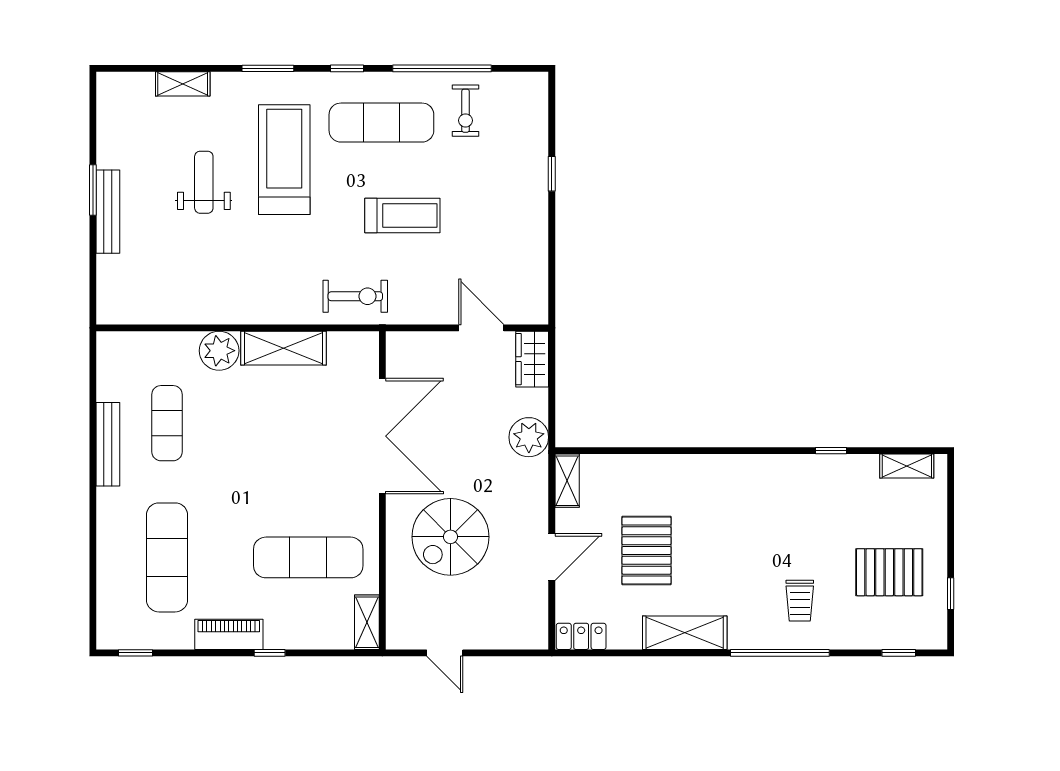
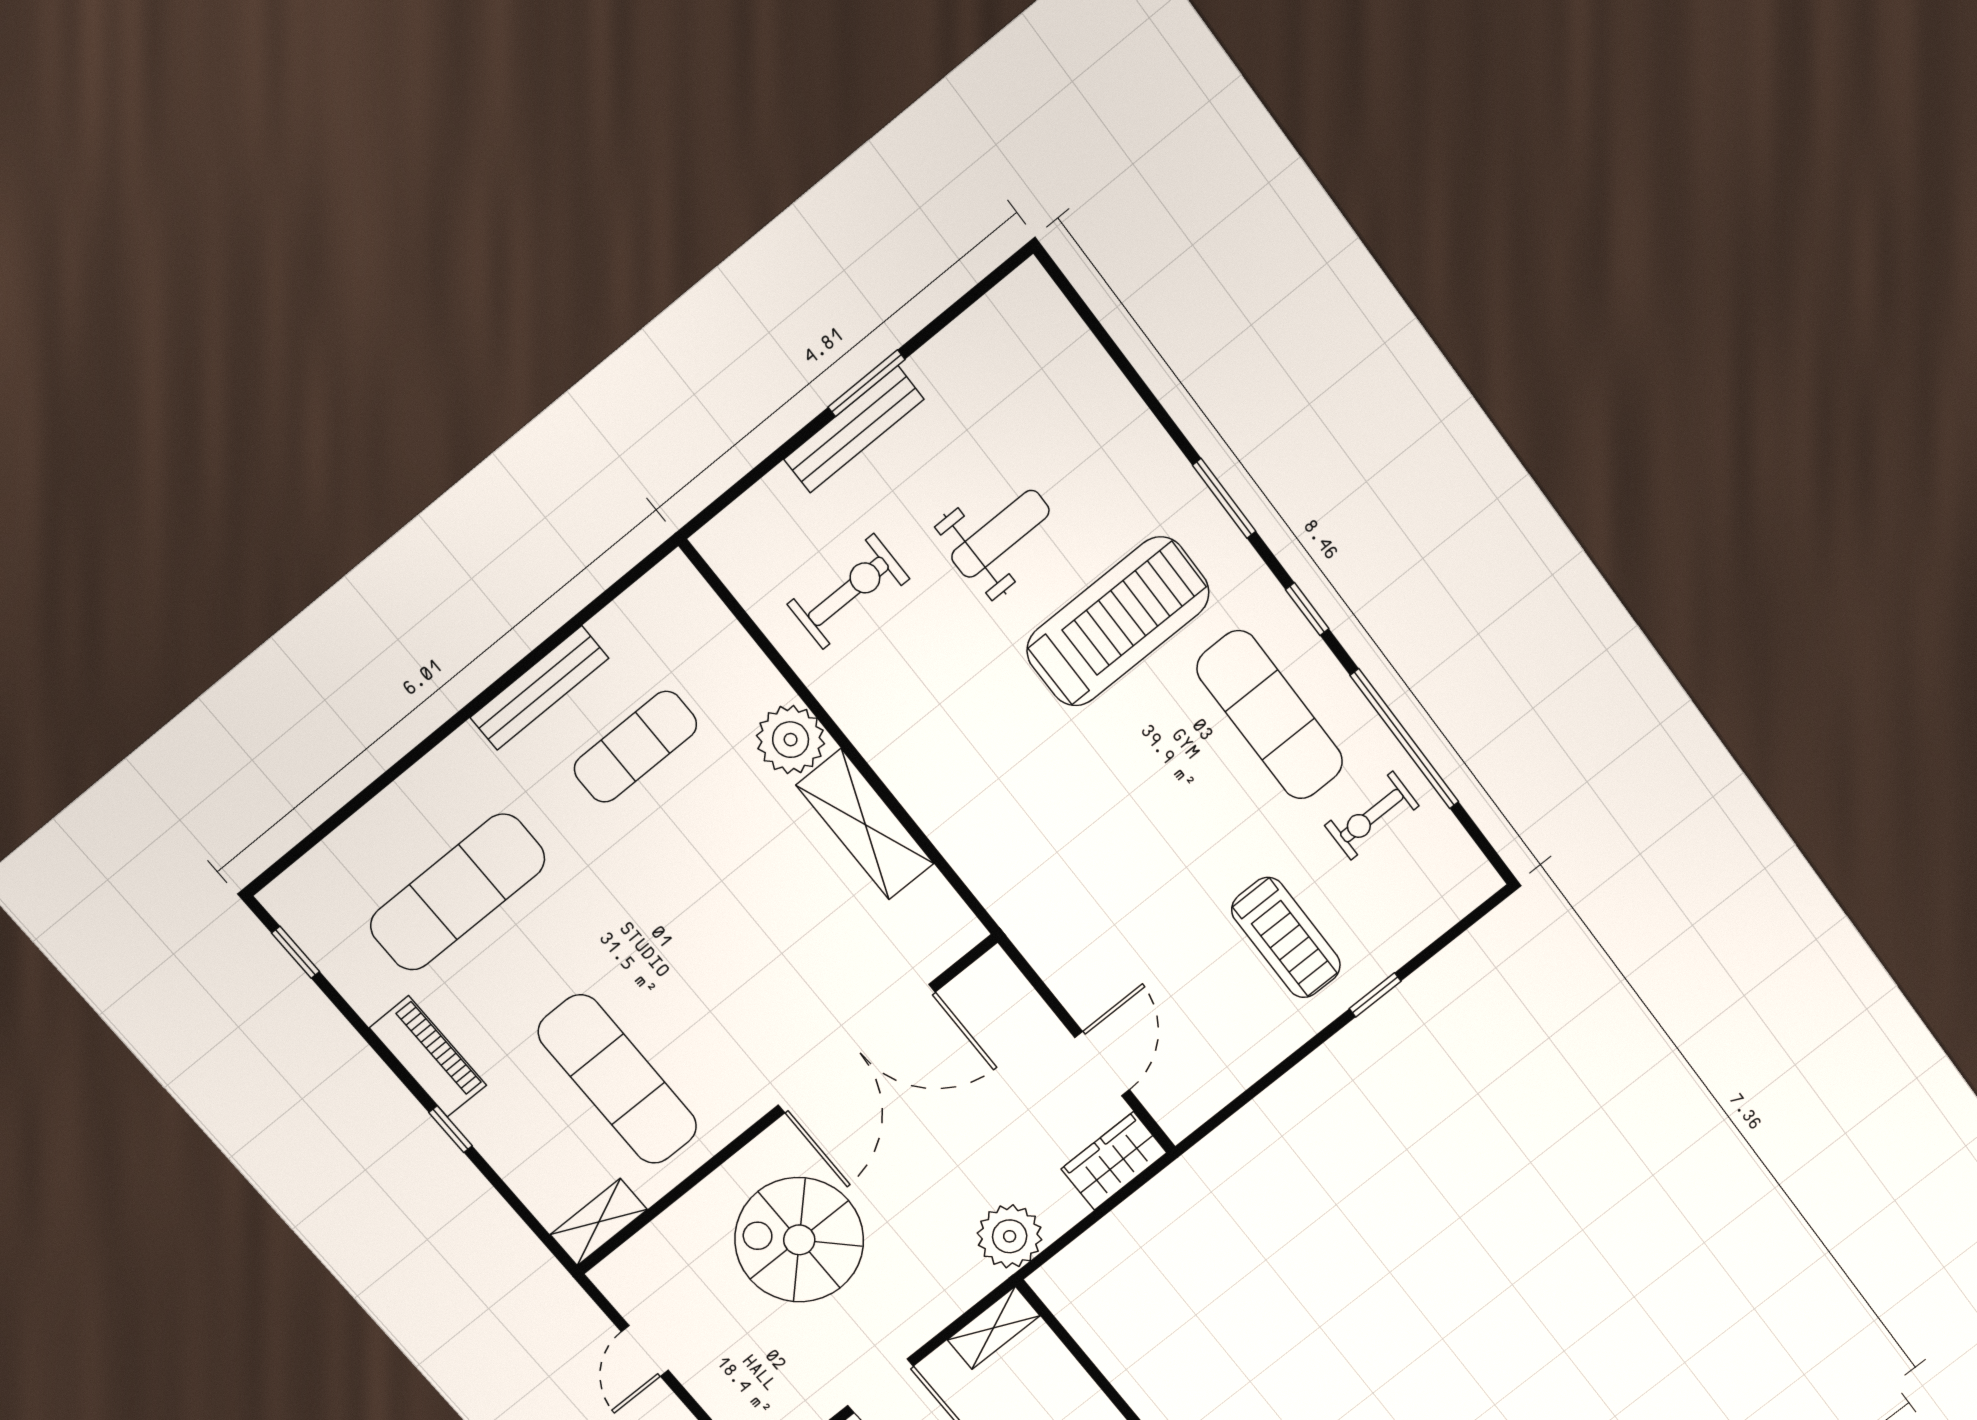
shelving: (183, 84) -> (1112, 394), removed
treadmill: (402, 215) -> (1286, 938), moved
exercise bike: (355, 296) -> (848, 591), moved, turned -90

